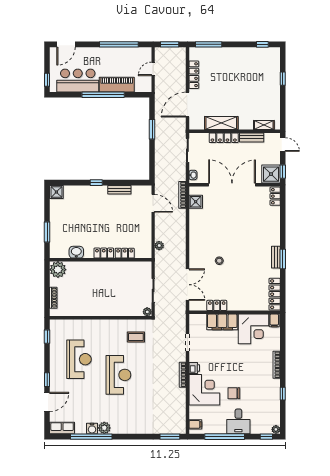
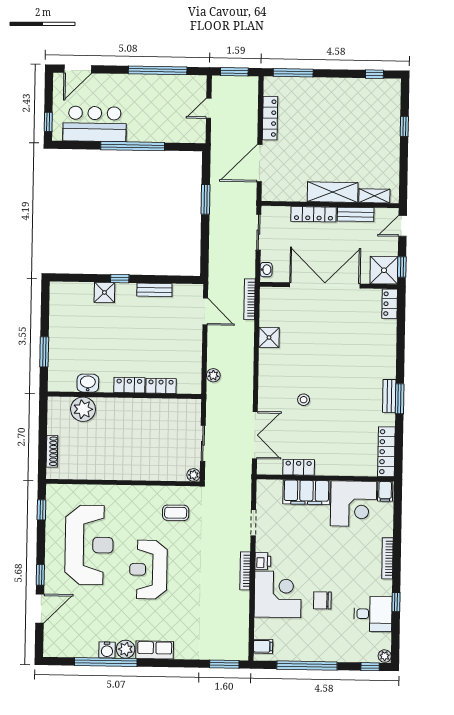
piano: (117, 85) -> (153, 131), removed
shelving: (221, 123) -> (333, 192), moved
door: (283, 144) -> (403, 226), swing flipped
shower: (56, 192) -> (104, 292), moved
shower: (196, 202) -> (269, 337), moved
plant: (58, 270) -> (83, 409), moved
reception desk: (79, 359) -> (89, 545), width x1.36, depth x1.30
reception desk: (118, 375) -> (148, 570), turned 180
desk: (238, 421) -> (373, 614), moved, turned -90
row of seats: (62, 428) -> (155, 650), moved

